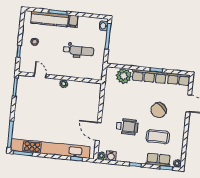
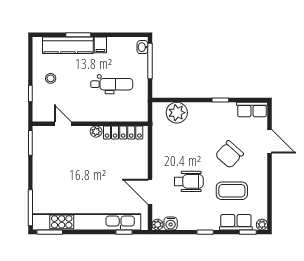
row of seats: (149, 76) -> (212, 110), removed
locker: (83, 86) -> (123, 132), added

